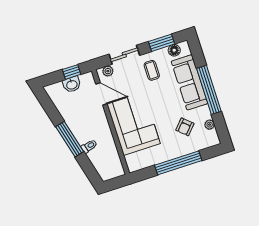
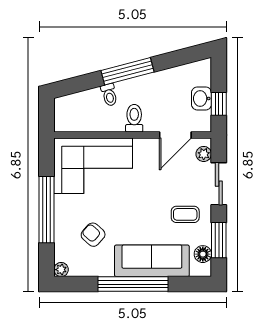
corner sofa: (134, 124) -> (93, 166), moved
toilet: (99, 125) -> (134, 118), added
plant: (210, 125) -> (61, 270), moved

